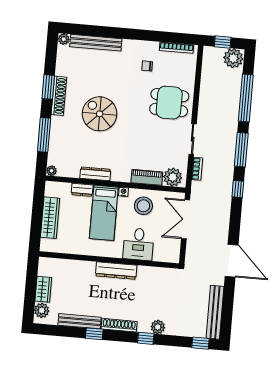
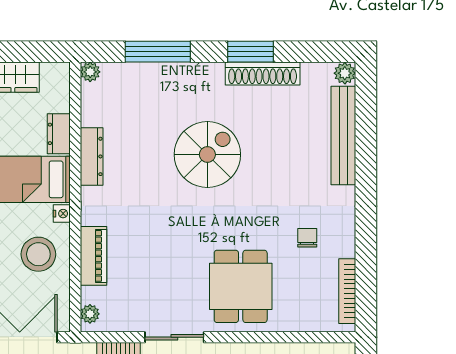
shoe rack: (59, 96) -> (263, 73), moved
plant: (173, 177) -> (90, 314), width x0.53, depth x0.53

